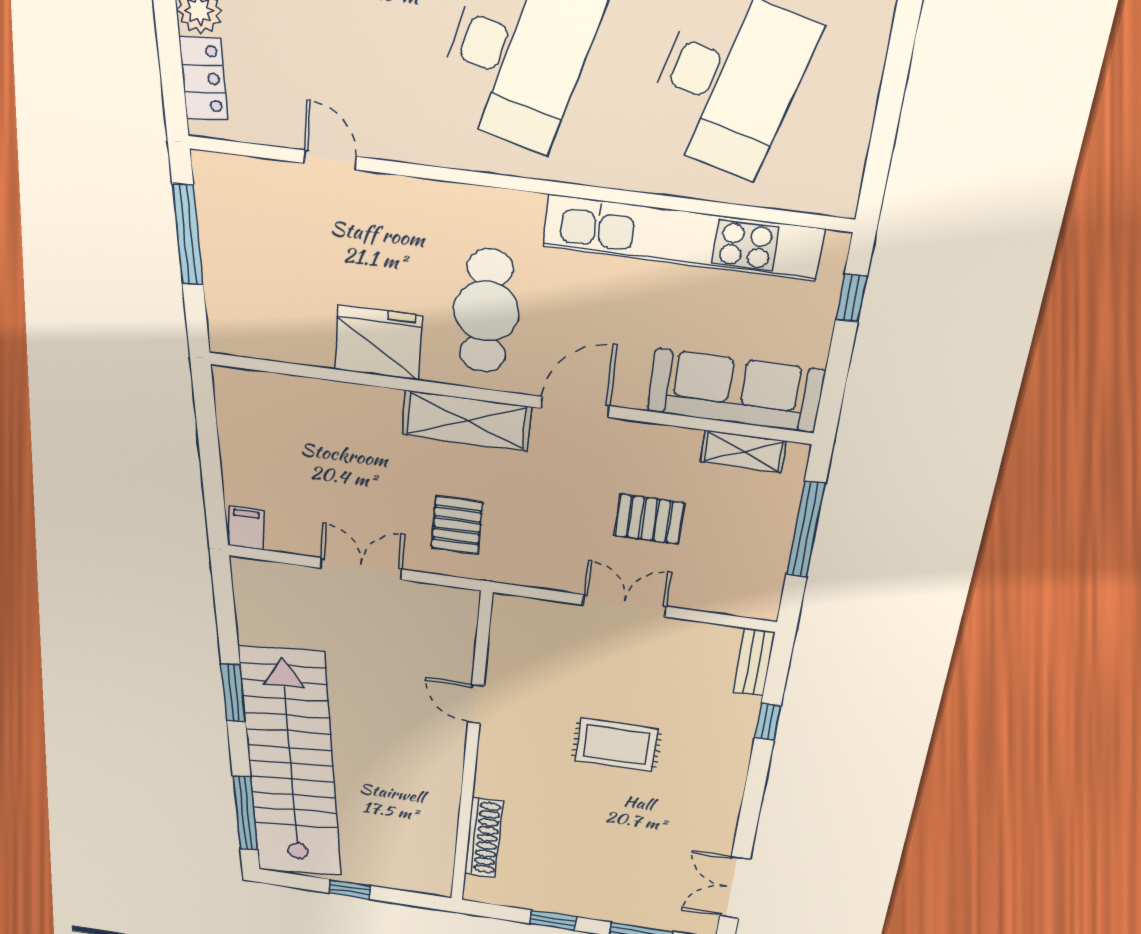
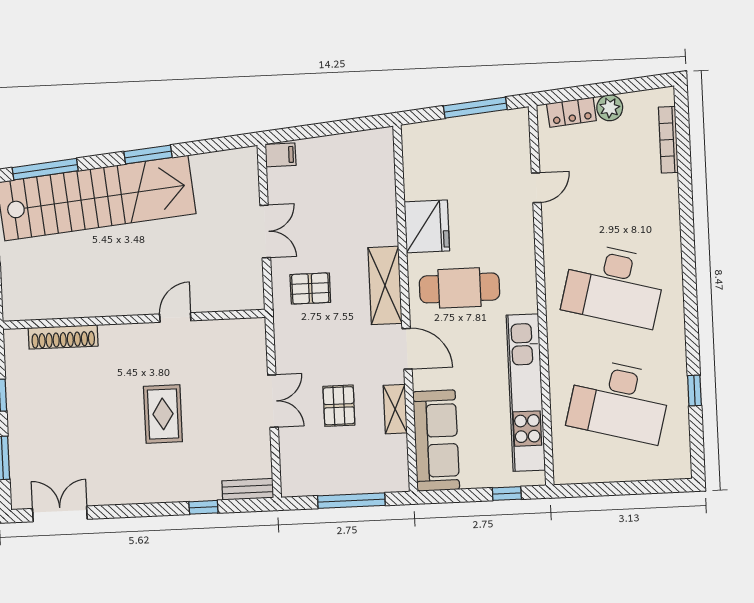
shelving: (743, 451) -> (395, 409), moved

